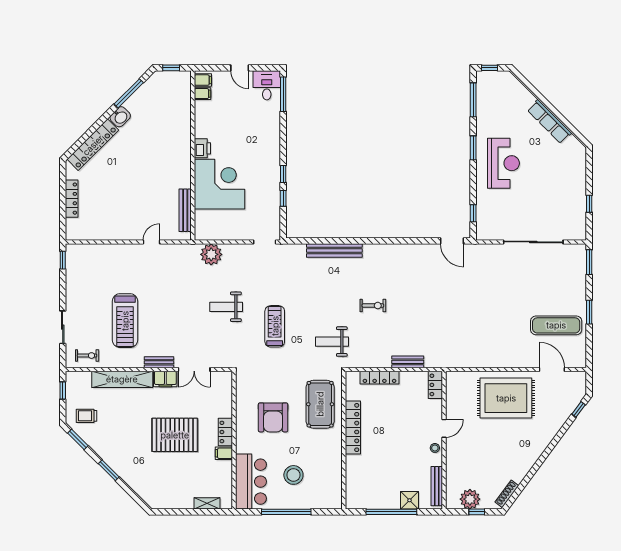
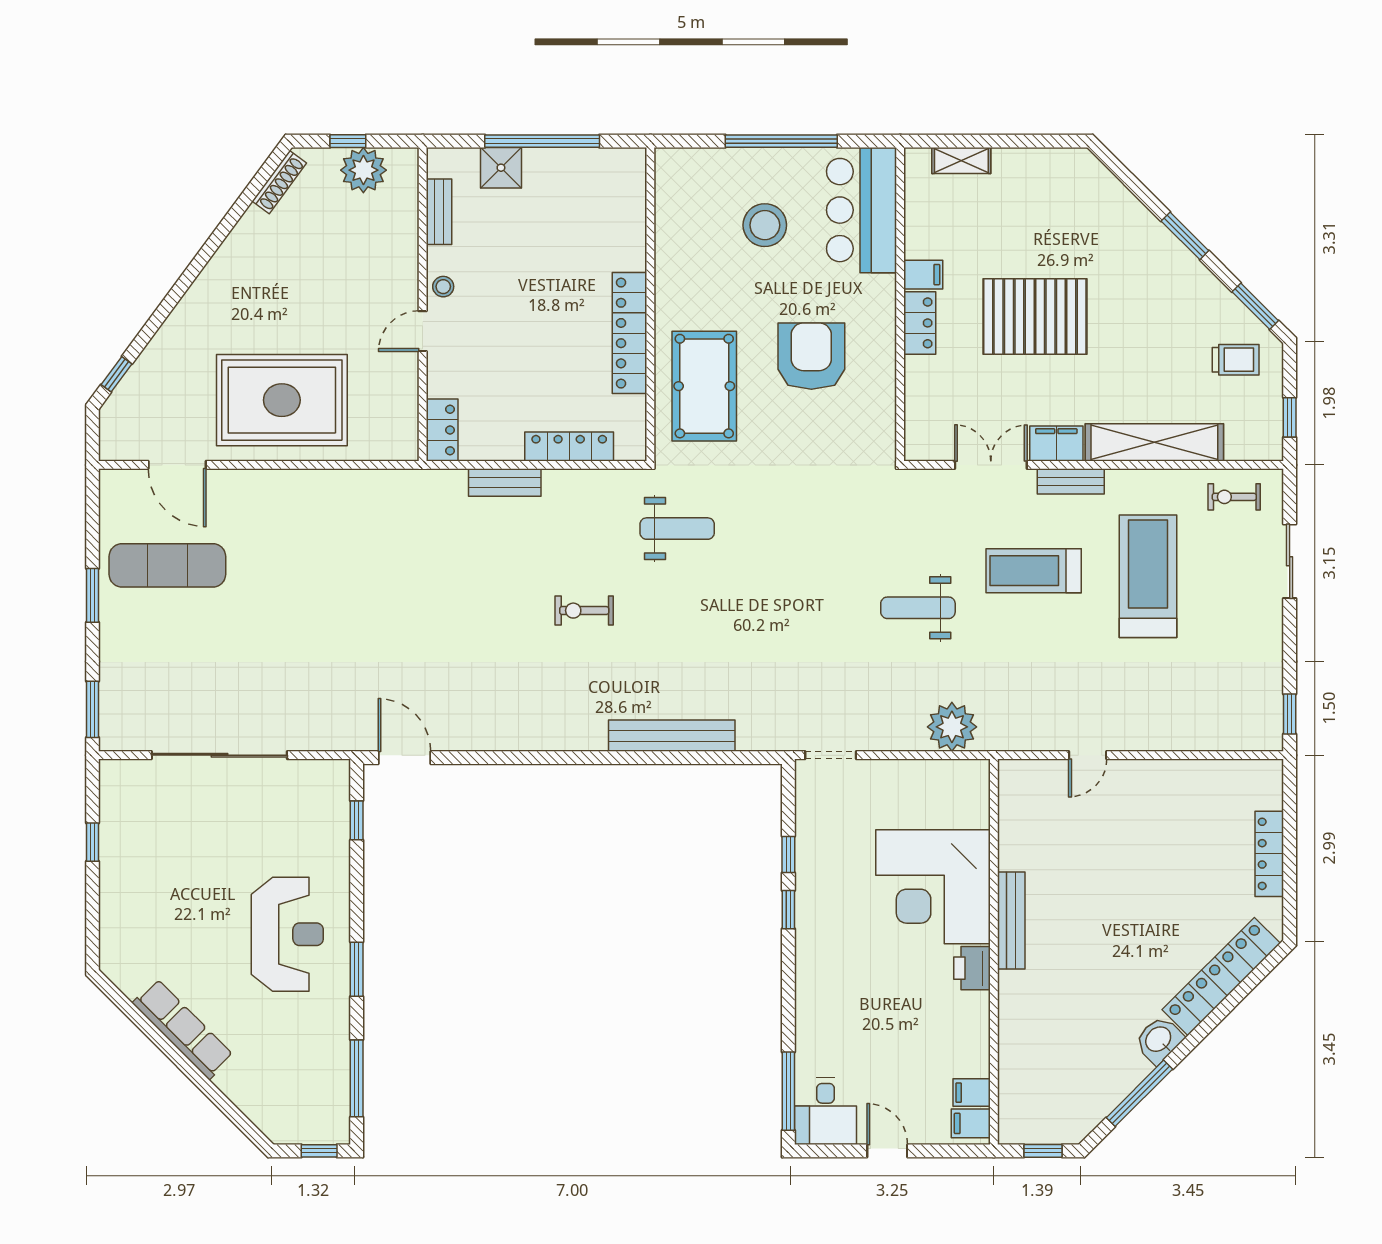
reception desk: (503, 163) -> (287, 934), turned 180
bench: (185, 210) -> (1011, 920), moved
weight bench: (226, 307) -> (918, 608), turned 180
treadmill: (275, 326) -> (1034, 571), moved, turned 90
bench: (437, 486) -> (439, 212), width x0.73

